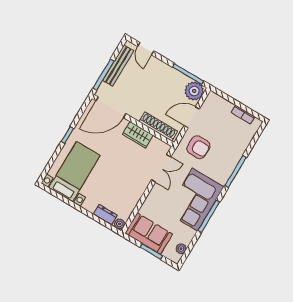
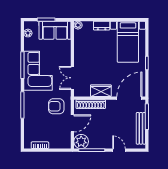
door: (146, 49) -> (119, 150), moved
dresser: (105, 215) -> (102, 26), moved

